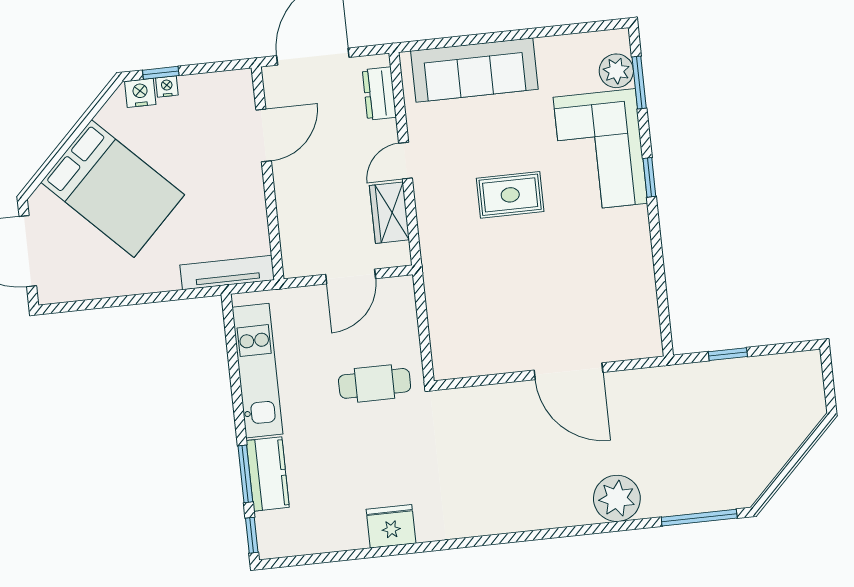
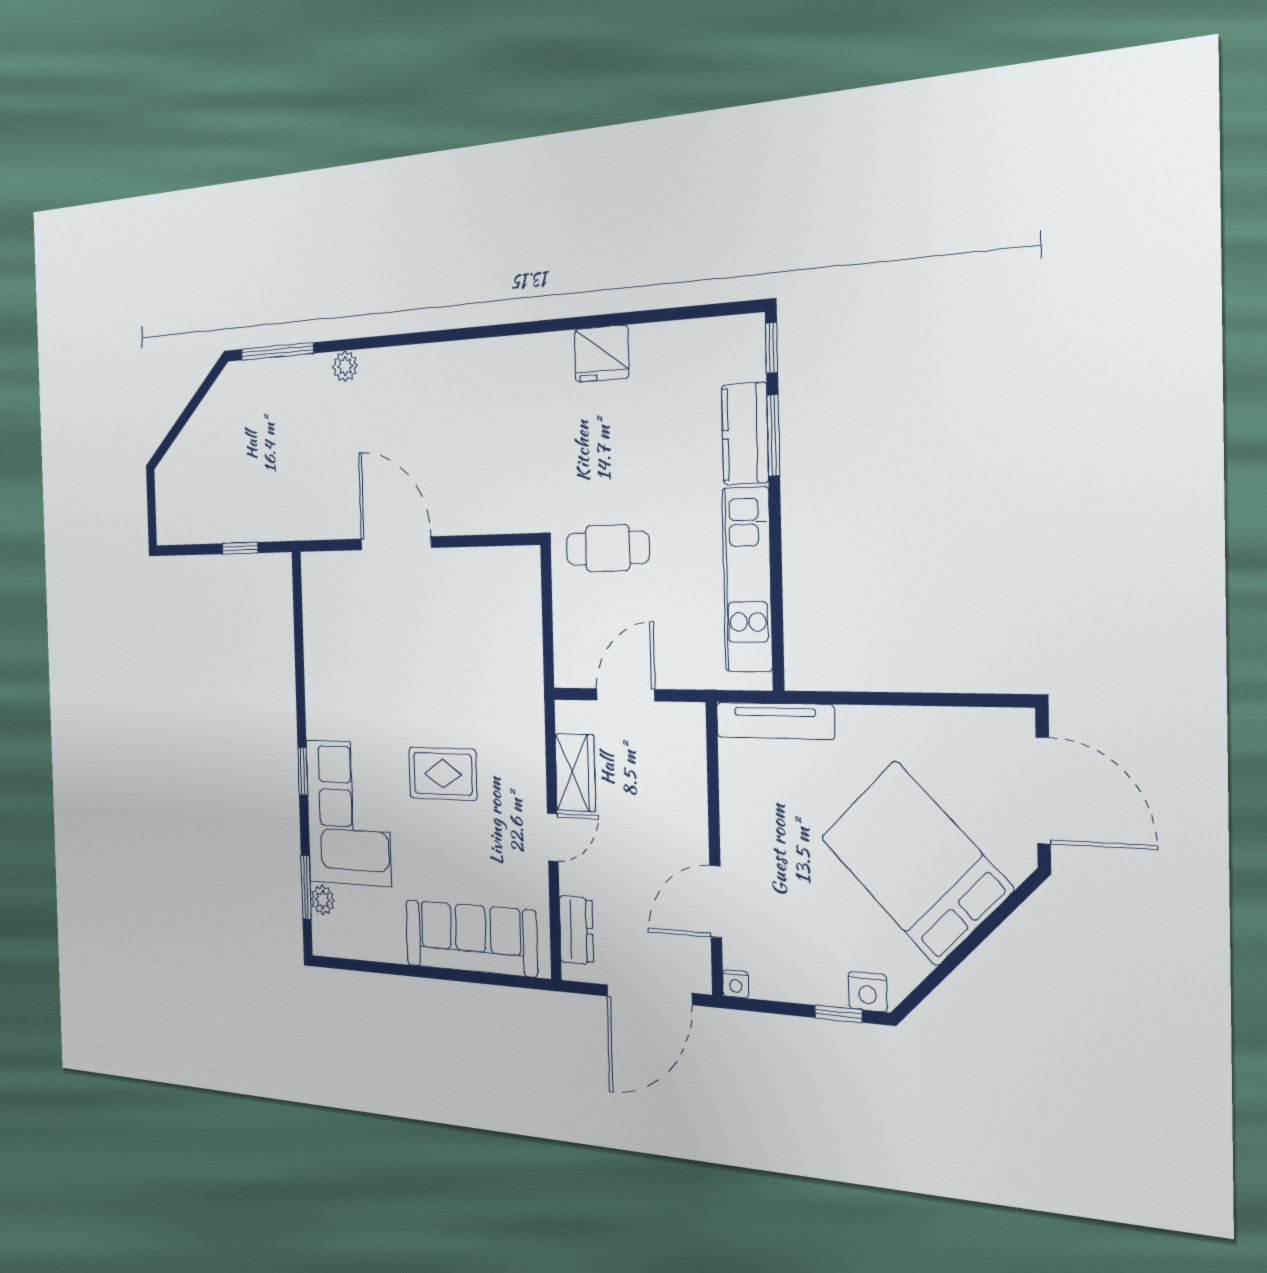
plant: (616, 71) -> (323, 900), width x0.73, depth x0.73
nightstand: (167, 87) -> (736, 984), moved
plant: (617, 498) -> (345, 366), width x0.53, depth x0.53

